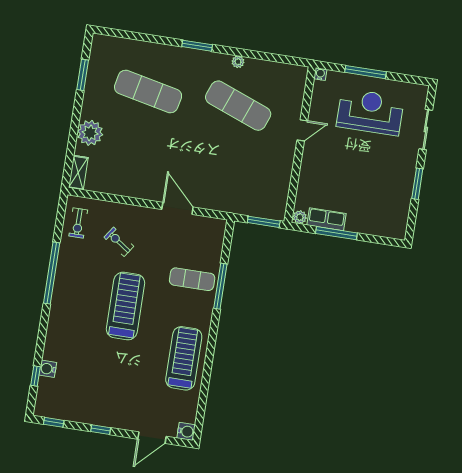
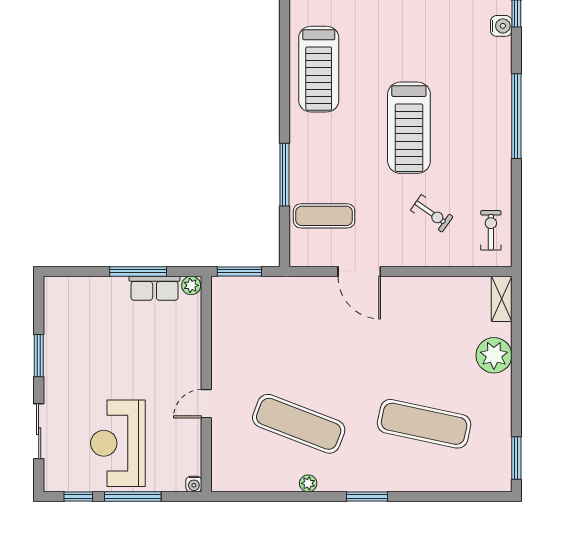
window: (83, 75) -> (516, 458), moved
window: (405, 78) -> (78, 496), added
reception desk: (370, 112) -> (118, 443), turned 90
window: (52, 273) -> (516, 116), moved
exercise mat: (192, 279) -> (324, 216), moved

